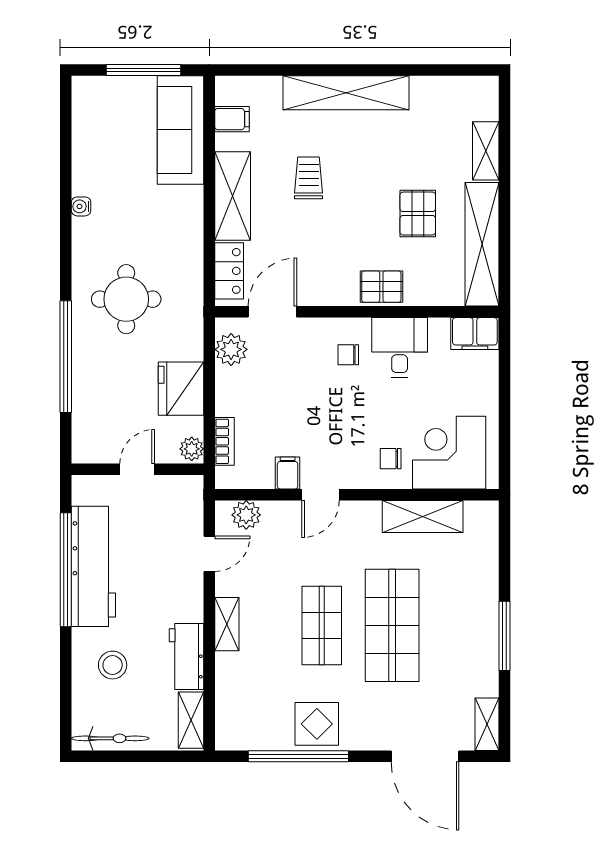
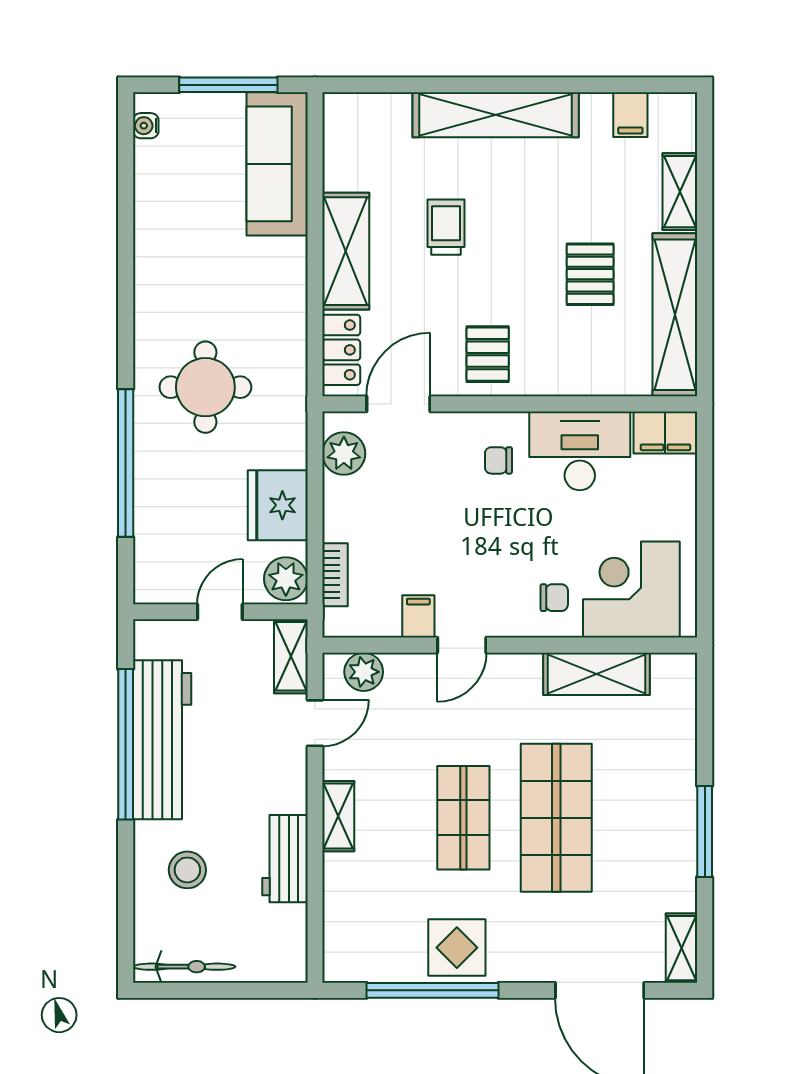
filing cabinet: (232, 119) -> (630, 115), moved, turned 90
water cooler: (81, 206) -> (146, 126), moved
pallet: (381, 287) -> (488, 354), moved, turned 90
desk: (400, 347) -> (580, 451), width x1.37
plant: (192, 449) -> (286, 579), width x1.38, depth x1.38
chair: (391, 459) -> (554, 598), turned 180
shelving: (191, 720) -> (291, 656), moved

